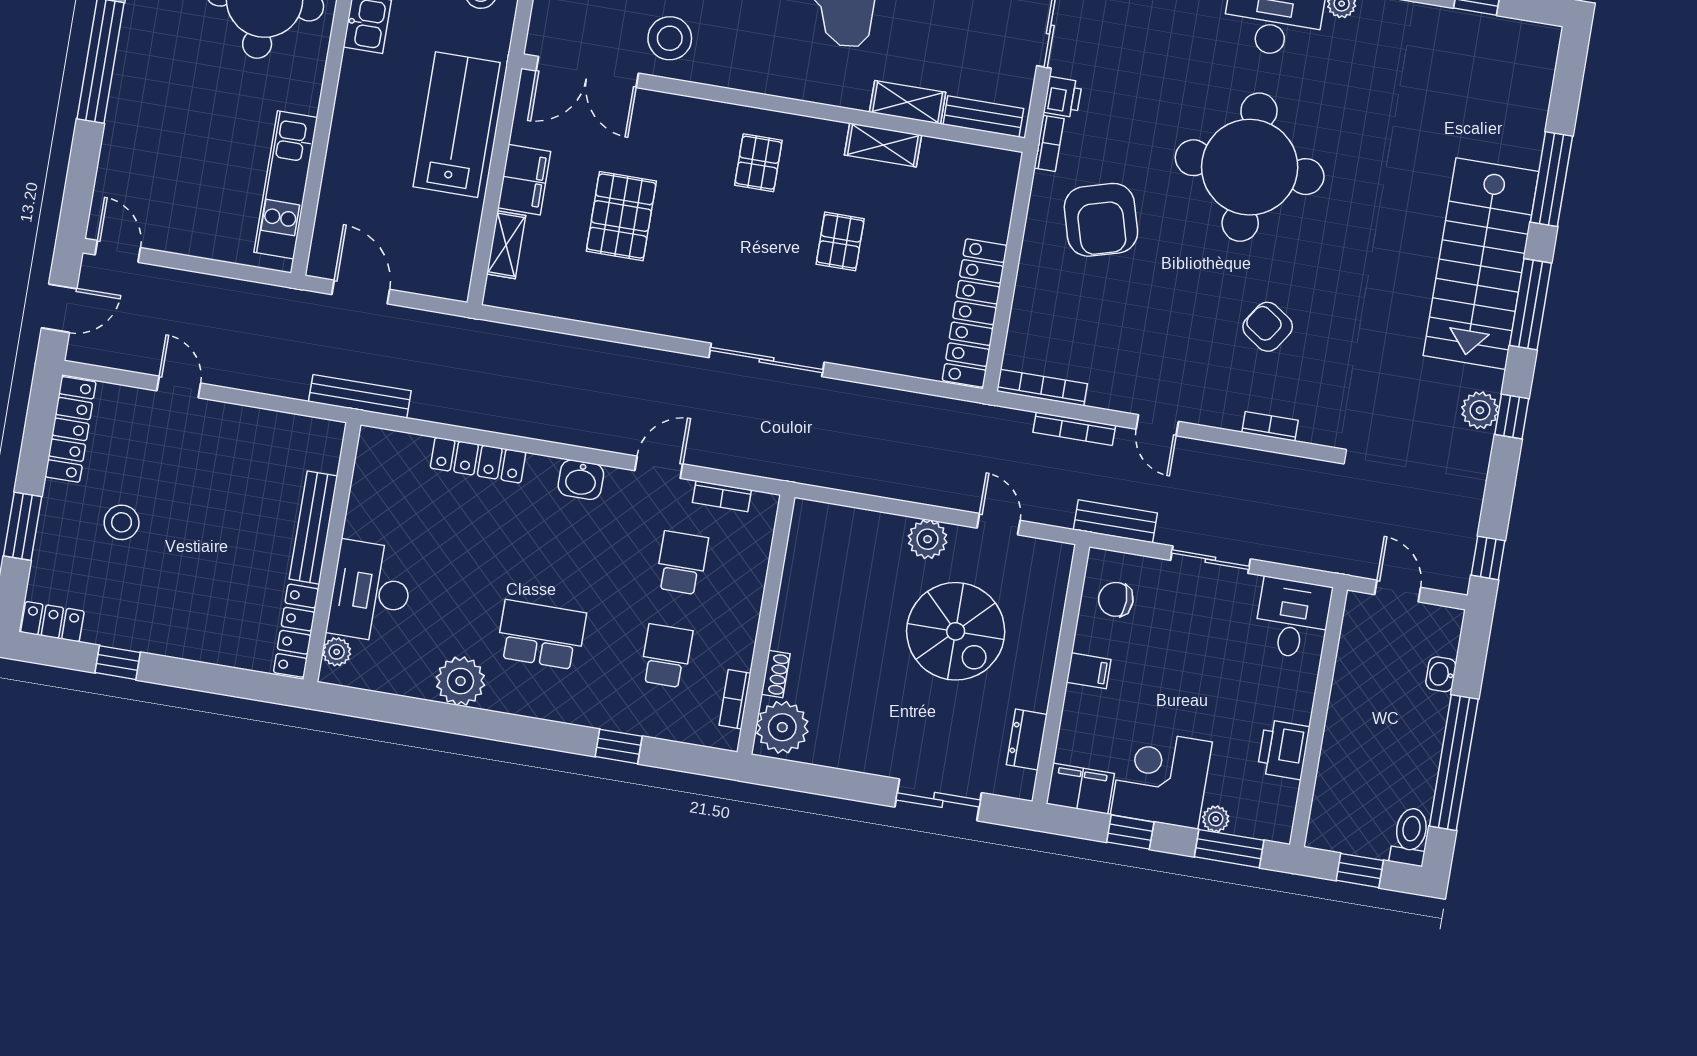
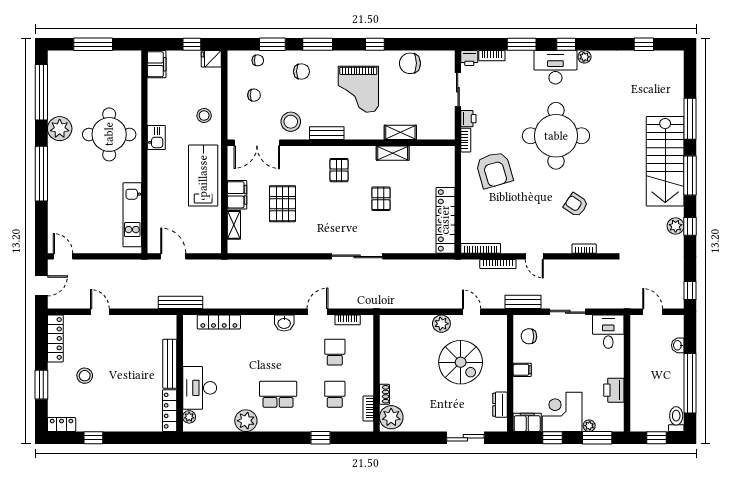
bench: (983, 116) -> (327, 133), moved
locker: (478, 460) -> (219, 322), moved

